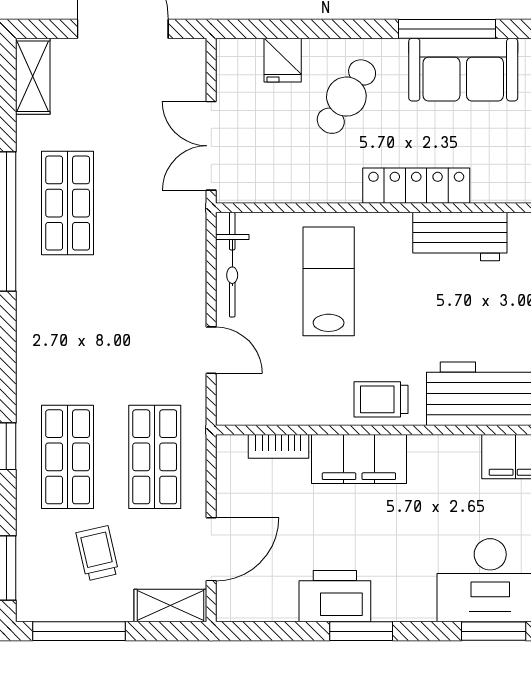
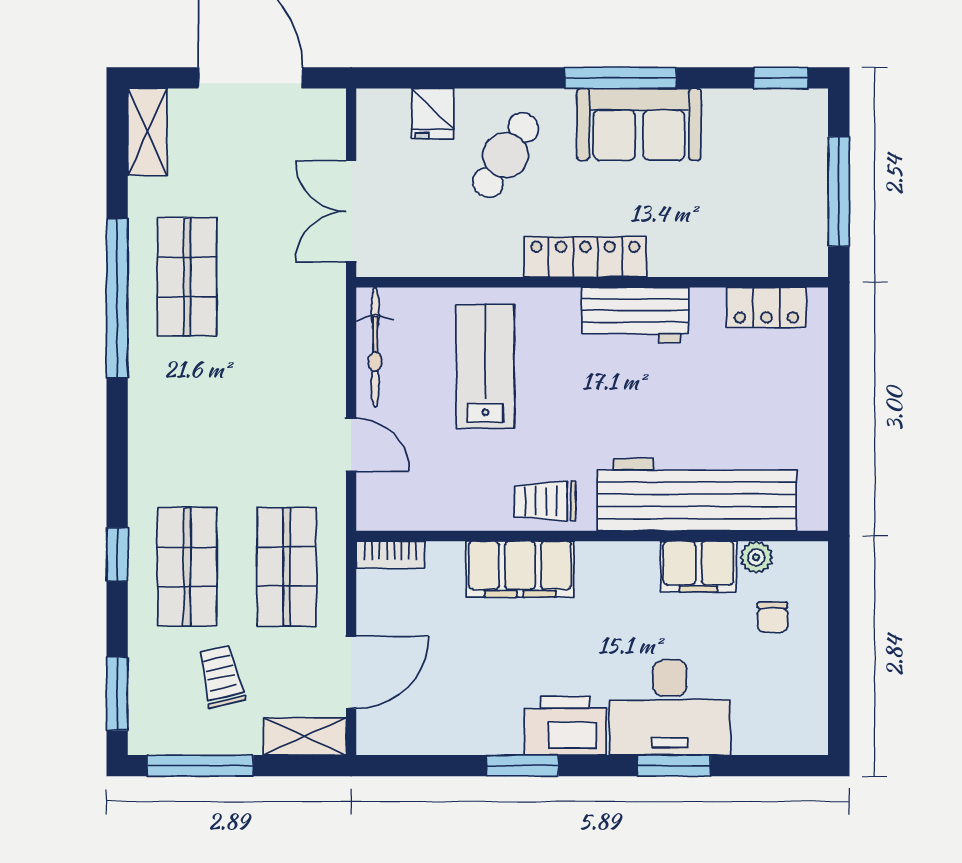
bookcase: (278, 446) -> (391, 555), moved
printer: (335, 596) -> (565, 726), moved

